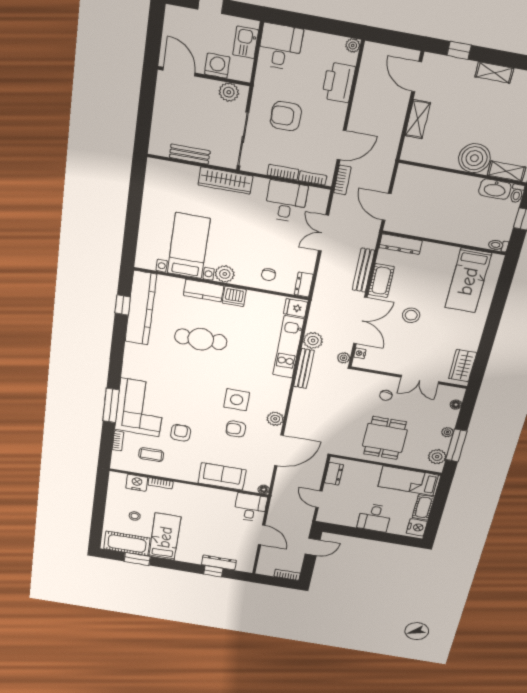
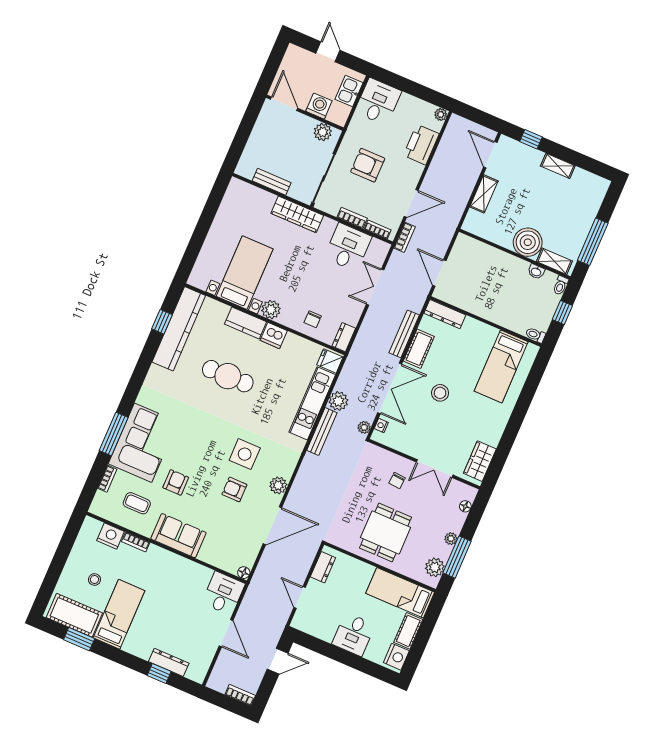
washbasin: (495, 189) -> (536, 272), width x0.52, depth x0.69
sofa: (222, 477) -> (178, 536), moved

